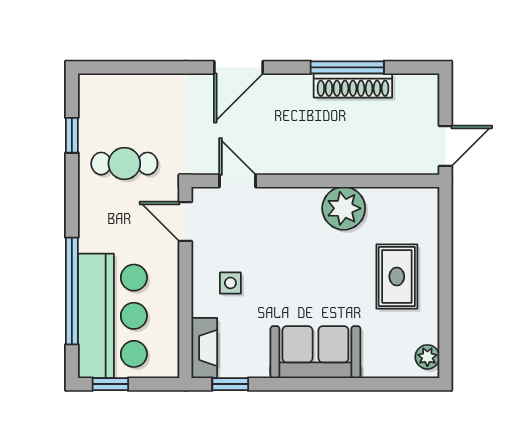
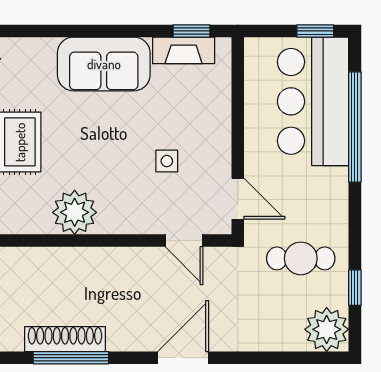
plant: (99, 95) -> (327, 329), added
side table: (230, 283) -> (167, 161), moved
fireplace: (204, 348) -> (184, 50), moved, turned -90

